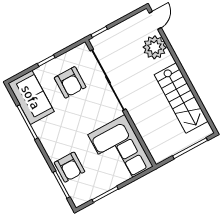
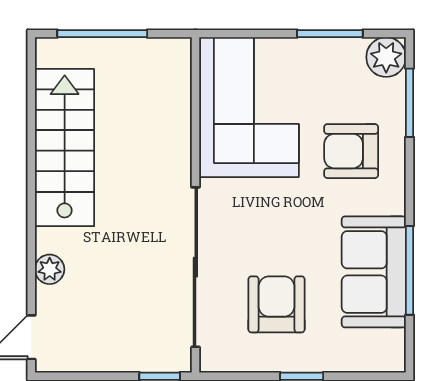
plant: (155, 47) -> (50, 269), width x0.53, depth x0.53
sofa: (31, 97) -> (374, 272), moved
armchair: (69, 167) -> (351, 151), moved, turned -90
plant: (79, 197) -> (386, 57), added

